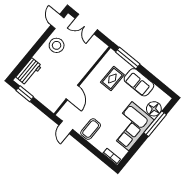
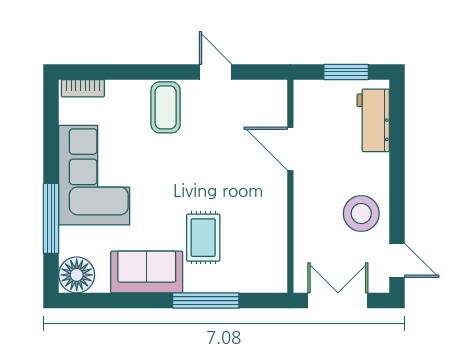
wall: (82, 81) -> (290, 186), moved
door: (73, 92) -> (290, 149), moved
floor lamp: (154, 109) -> (77, 275), moved

